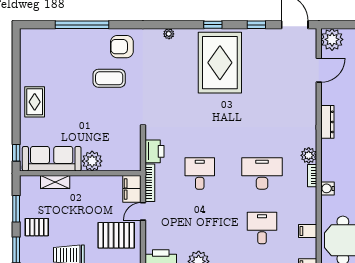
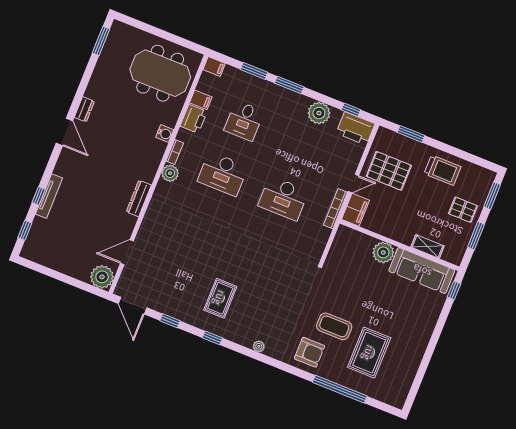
rug: (220, 63) -> (220, 298), width x0.54, depth x0.49
rug: (35, 102) -> (369, 353), moved, width x1.36, depth x1.43
printer: (155, 151) -> (194, 119), moved, turned 180
desk: (200, 173) -> (283, 198), width x1.37

